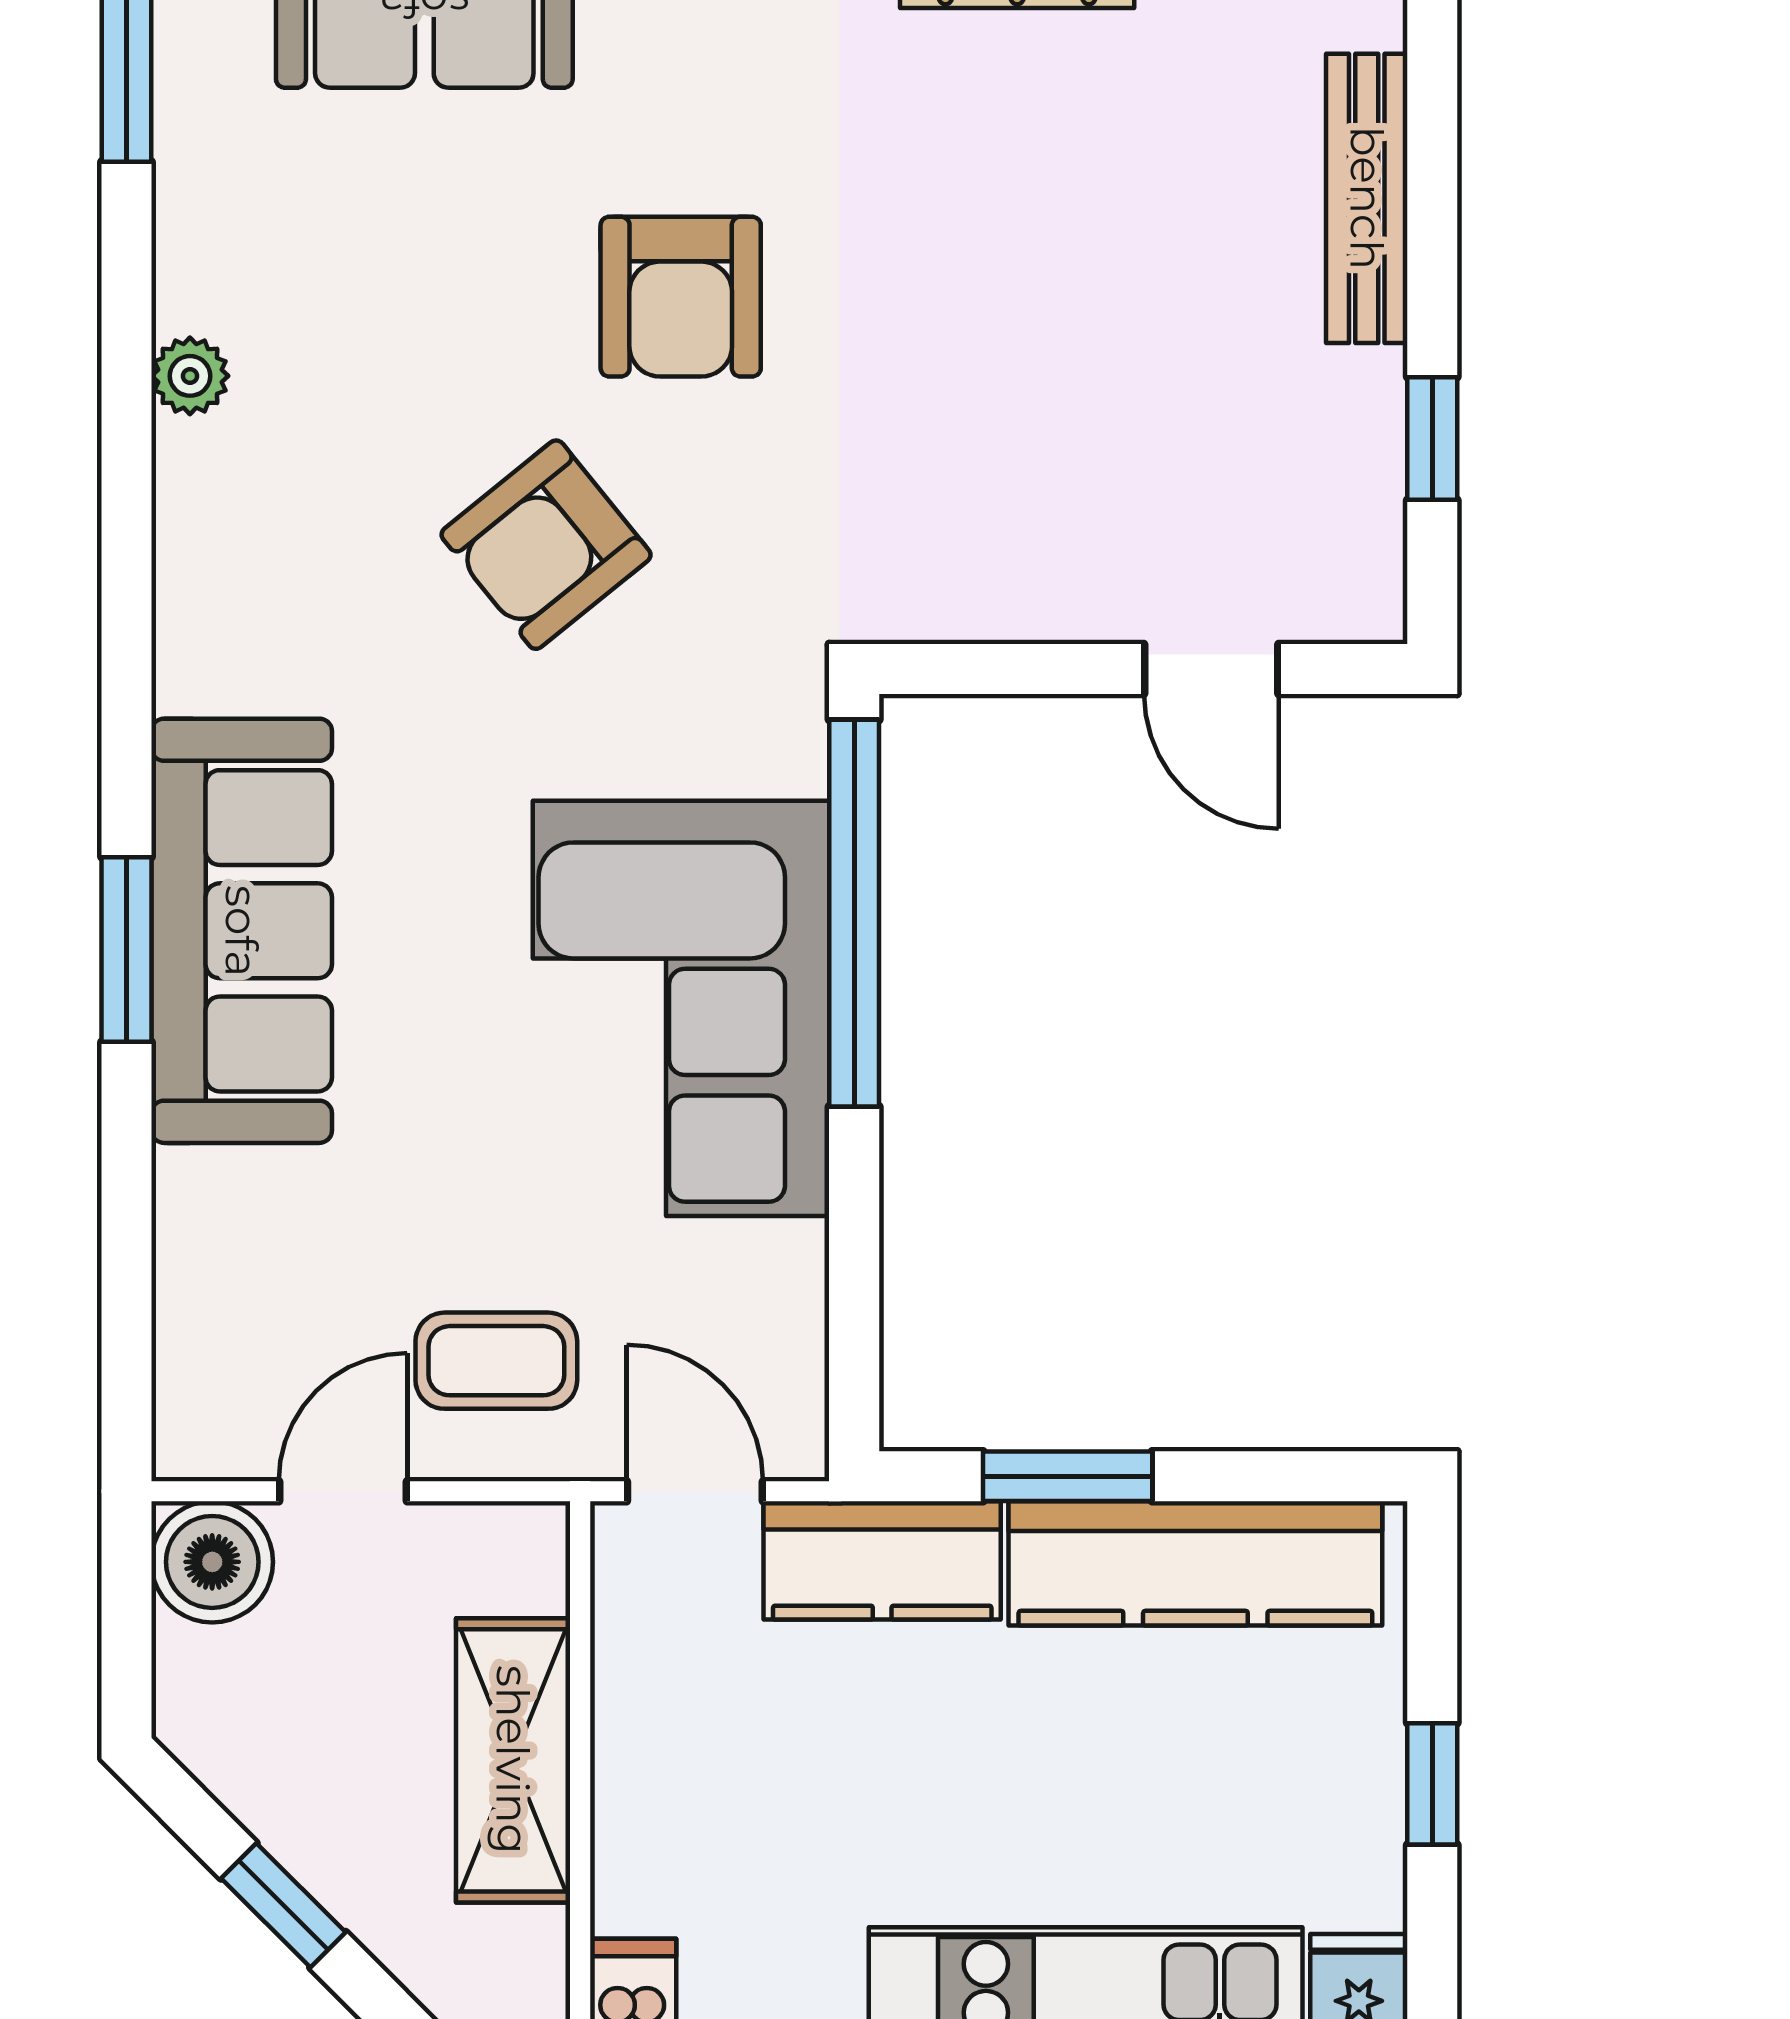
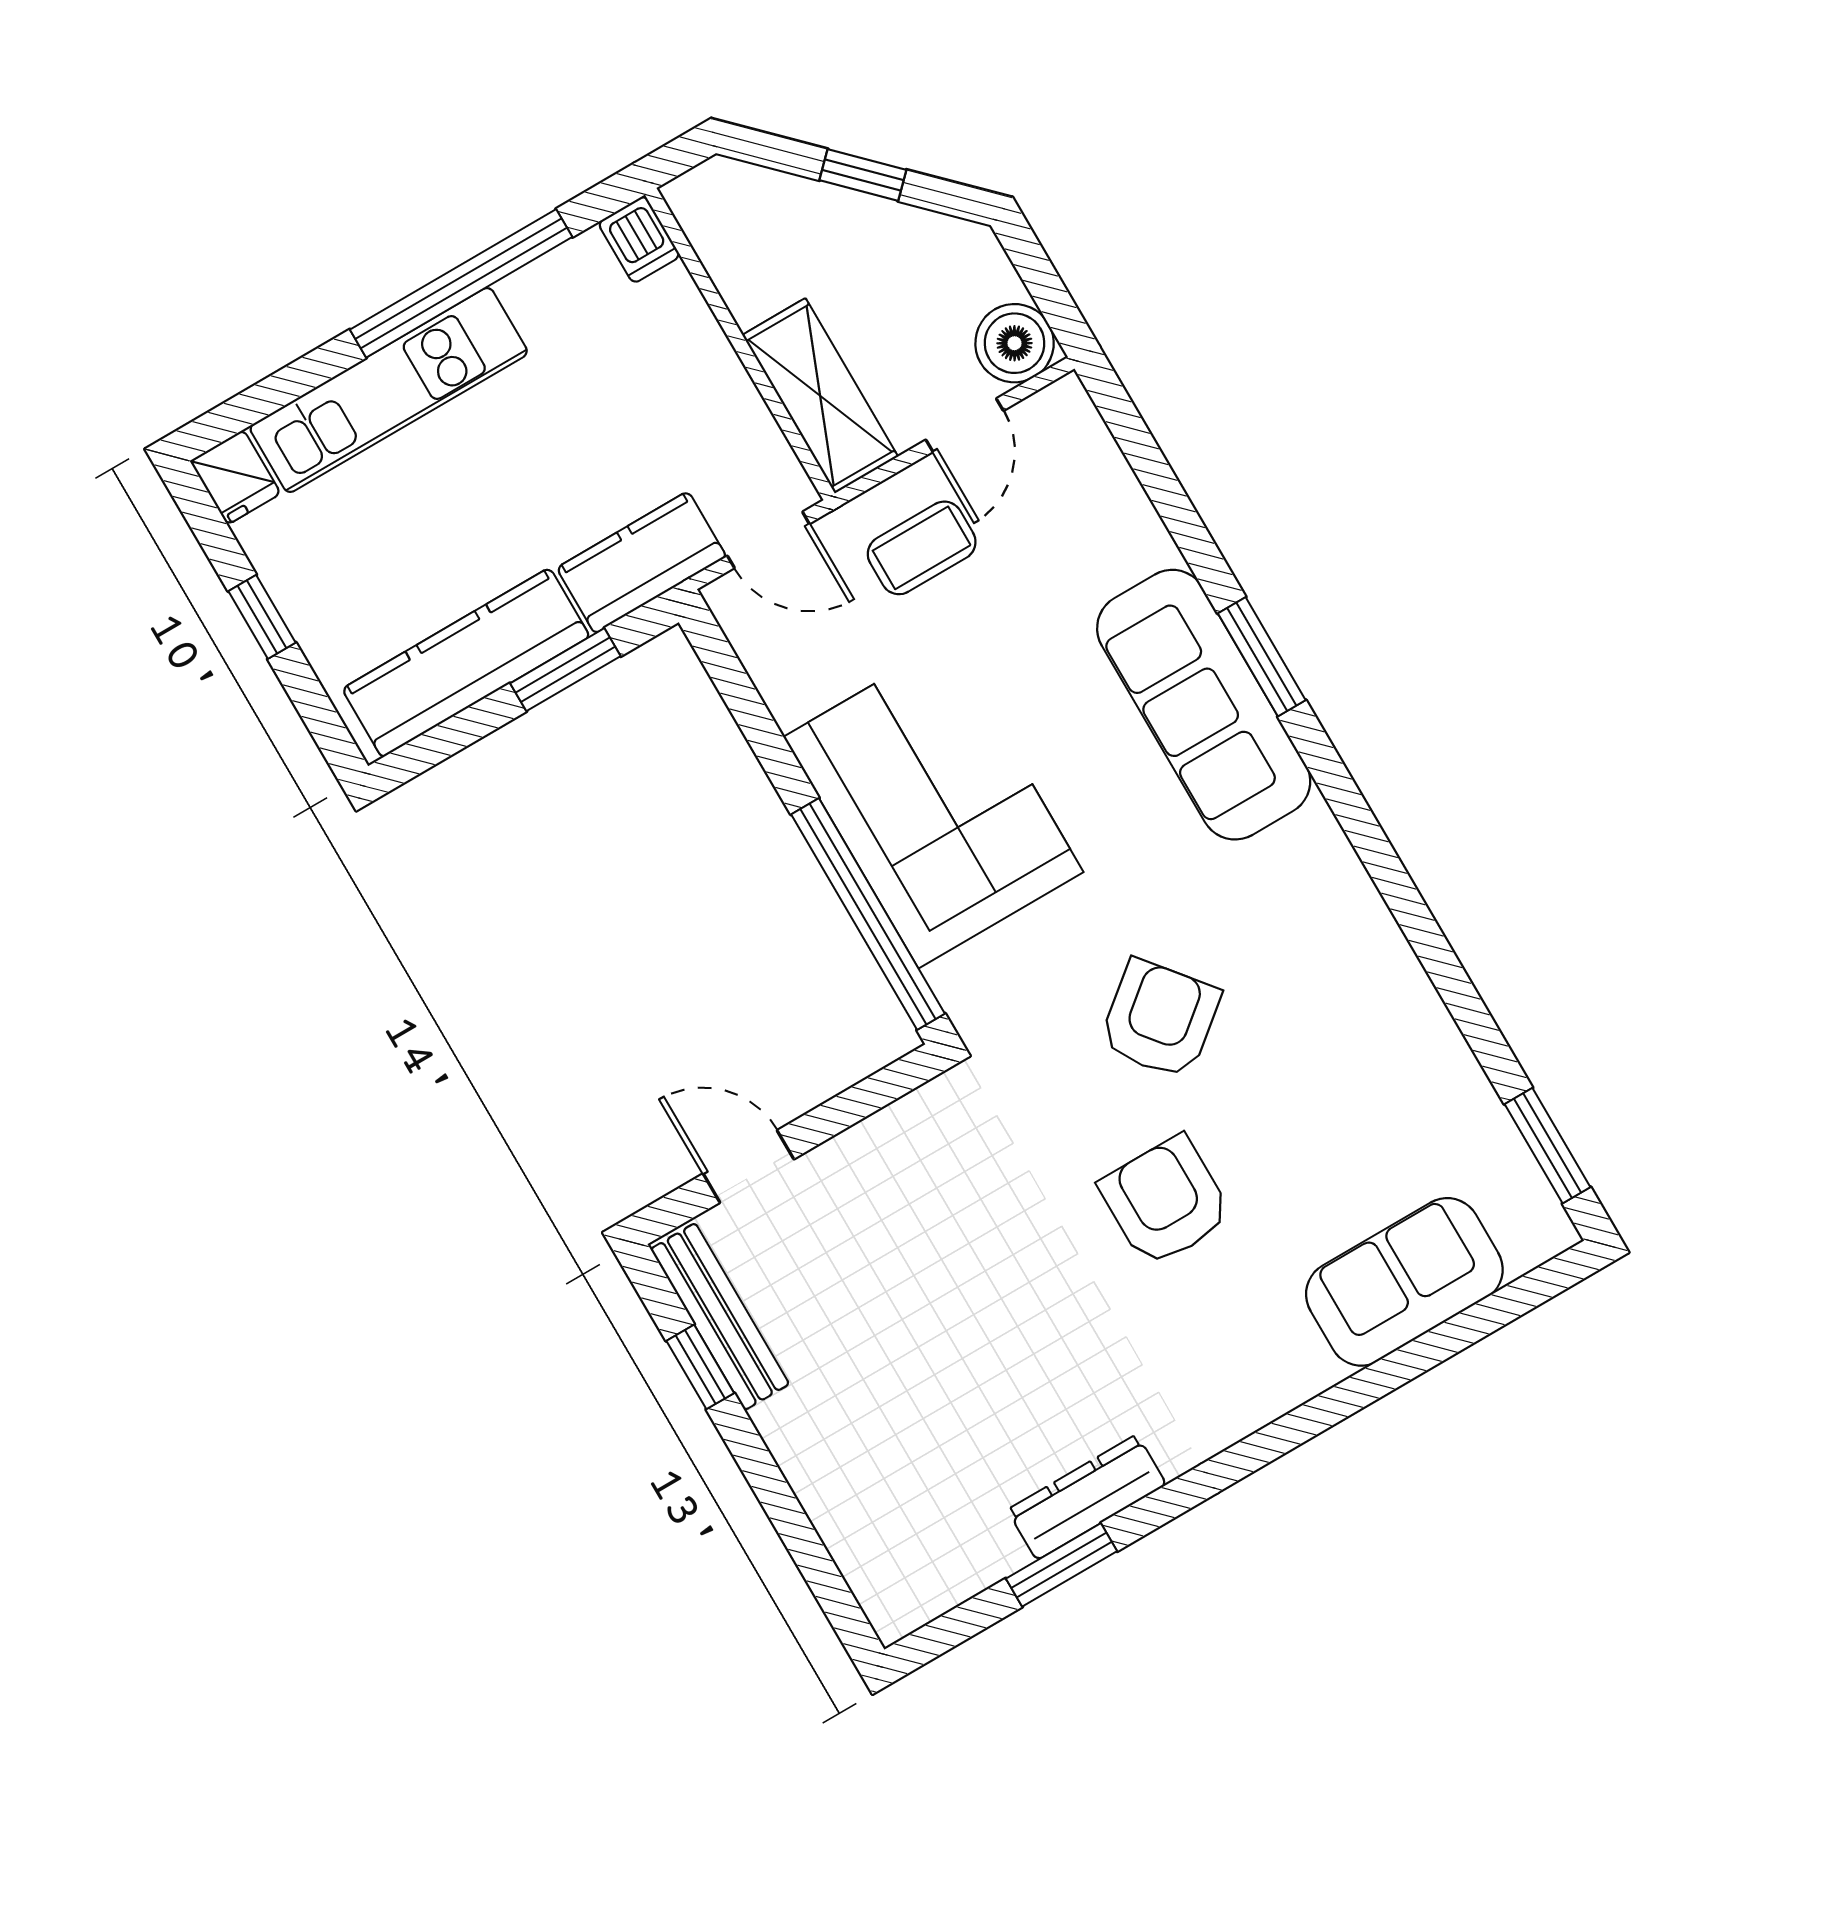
bench: (1367, 198) -> (720, 1317), moved
plant: (190, 376) -> (1413, 997), removed
shelving: (513, 1760) -> (820, 396), moved

